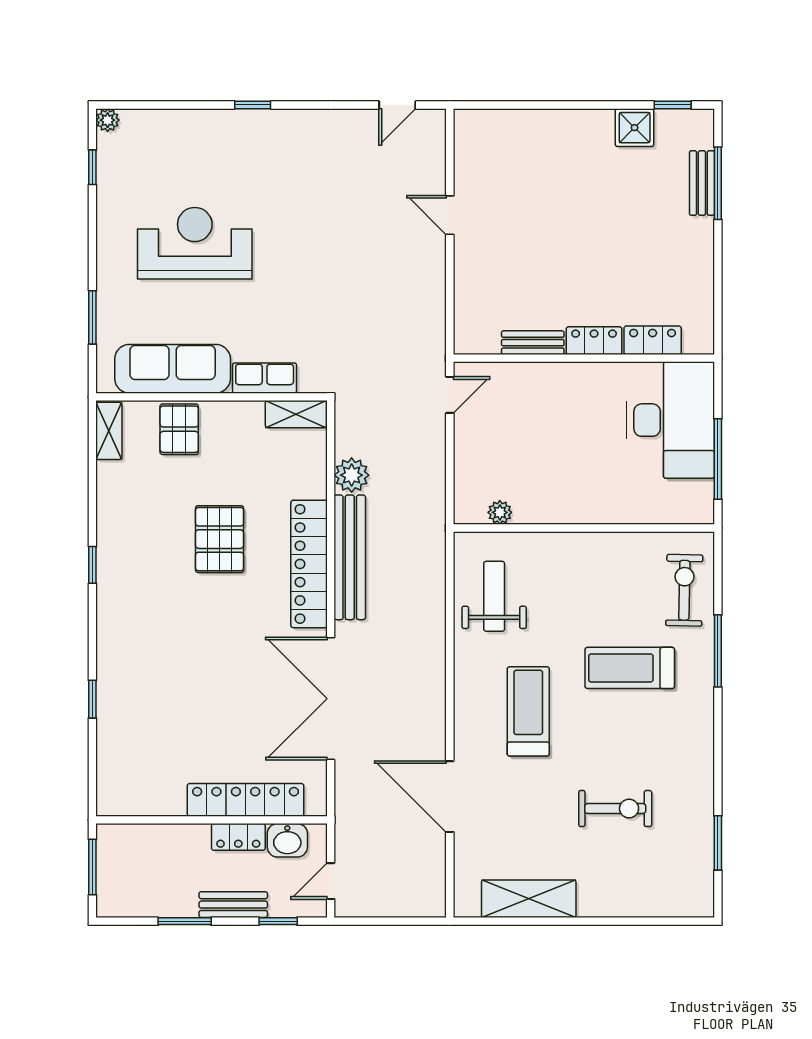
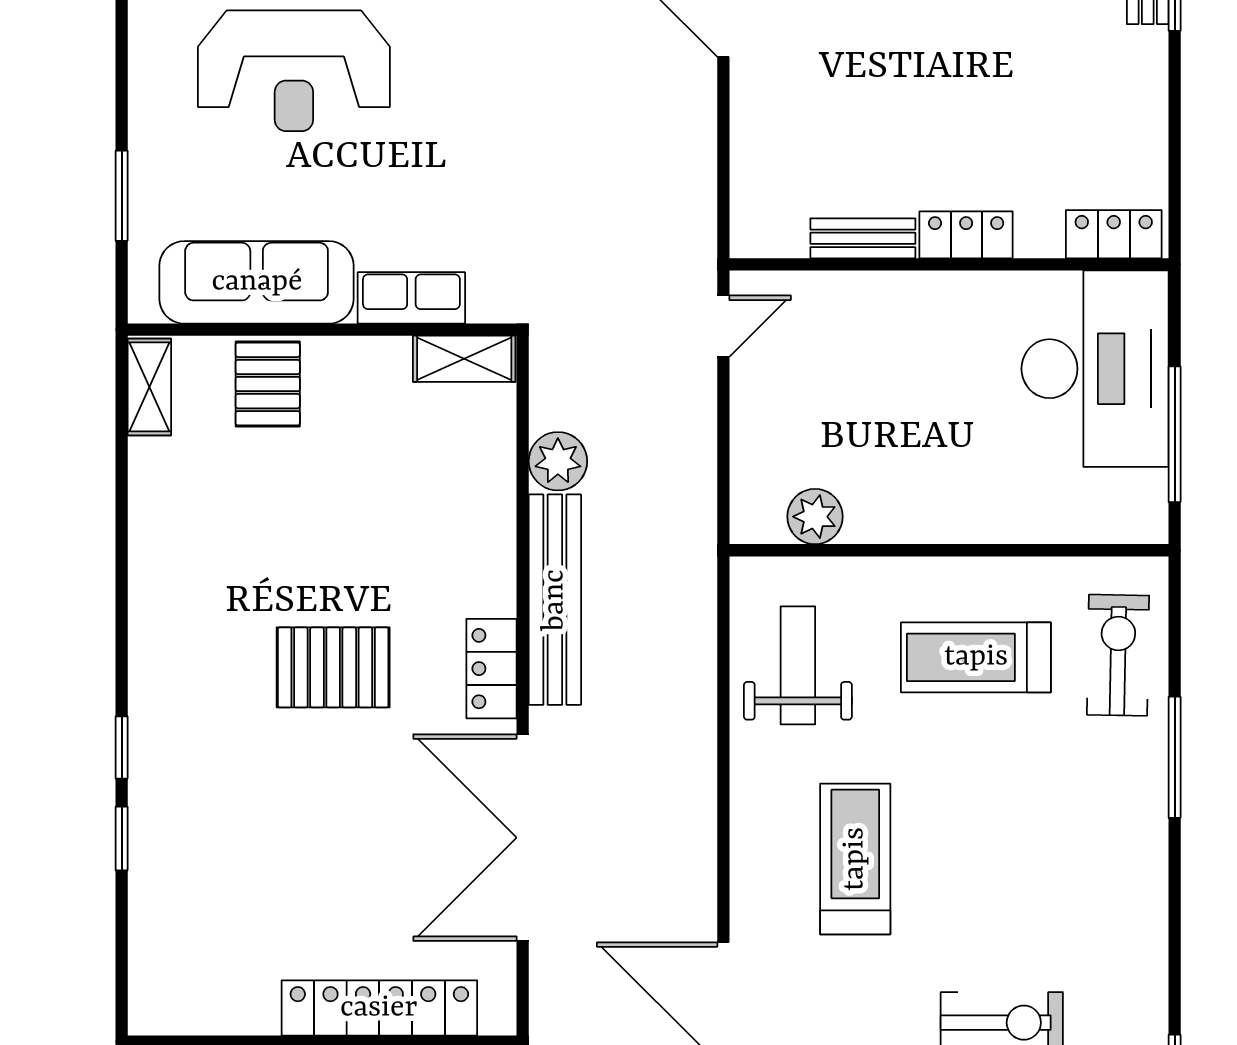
reception desk: (195, 243) -> (294, 71), turned 180
locker: (653, 340) -> (1114, 234), moved
plant: (500, 512) -> (815, 517), width x1.38, depth x1.38
pallet: (220, 539) -> (333, 667), moved, turned 90
locker: (309, 564) -> (492, 669), width x0.46, depth x0.83
window: (92, 565) -> (122, 747), moved
treadmill: (630, 668) -> (976, 657), moved

